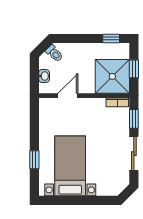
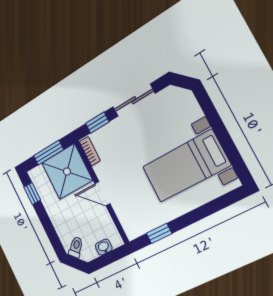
window: (134, 69) -> (48, 153), width x1.50
door: (68, 96) -> (102, 194), moved
window: (34, 160) -> (159, 233), moved

